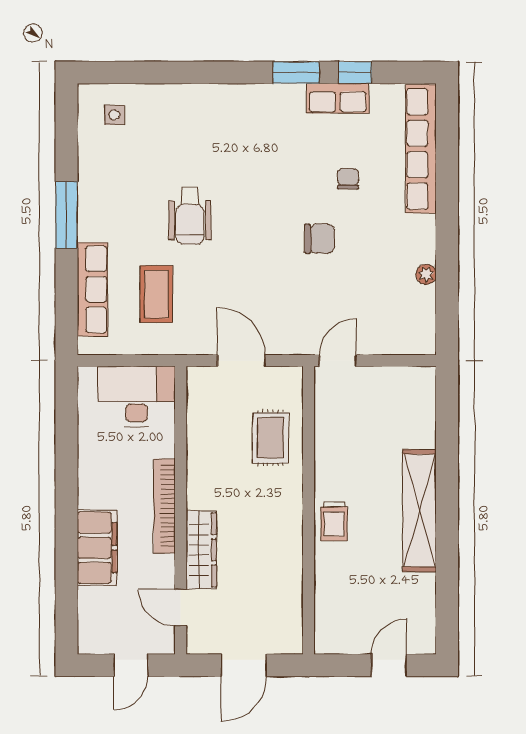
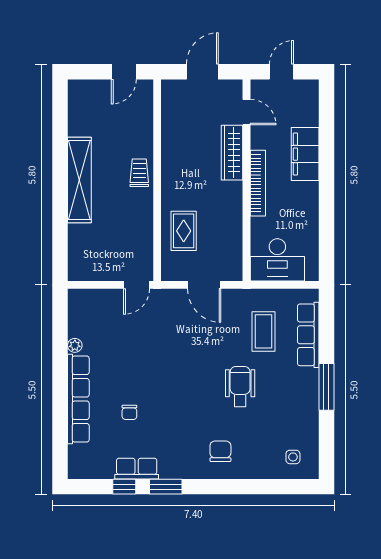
row of seats: (421, 149) -> (78, 399), moved
chair: (319, 239) -> (220, 451), moved, turned 90
door: (389, 665) -> (124, 72), moved

